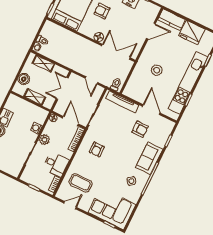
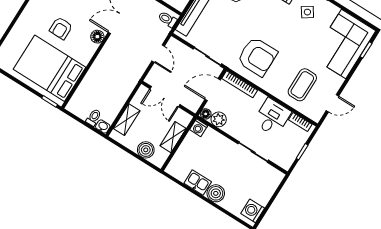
door: (92, 80) -> (158, 54), hinge flipped
washing machine: (36, 128) -> (199, 128), moved
plant: (44, 140) -> (219, 119), moved
armchair: (97, 149) -> (257, 57), width x1.88, depth x1.88
door: (70, 205) -> (332, 103), swing flipped

